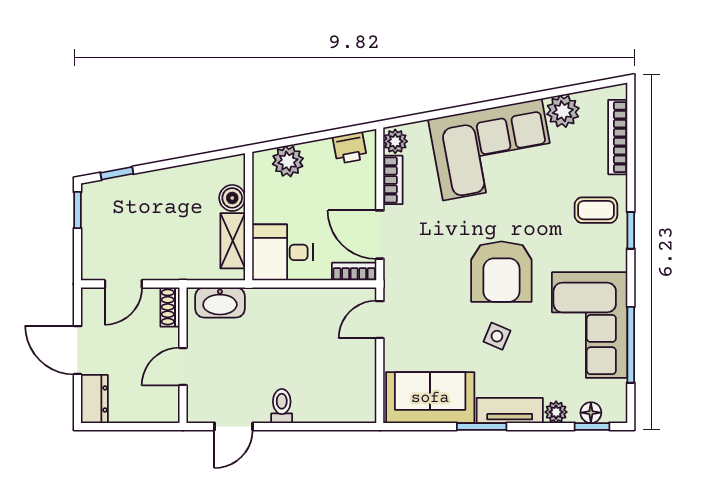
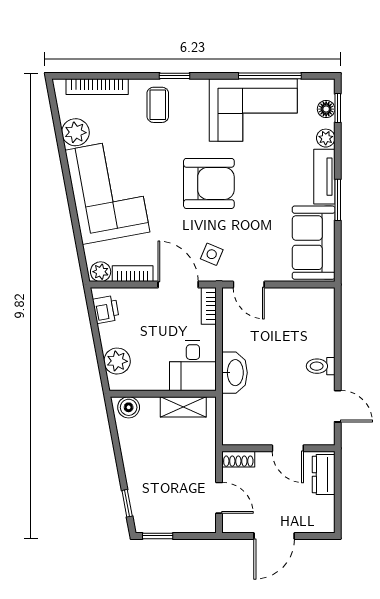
boiler: (232, 198) -> (129, 407), moved
door: (380, 235) -> (178, 285), swing flipped
washbasin: (220, 302) -> (235, 373), moved
side table: (497, 336) -> (212, 254), moved
dresser: (94, 399) -> (324, 474), moved, turned -90

